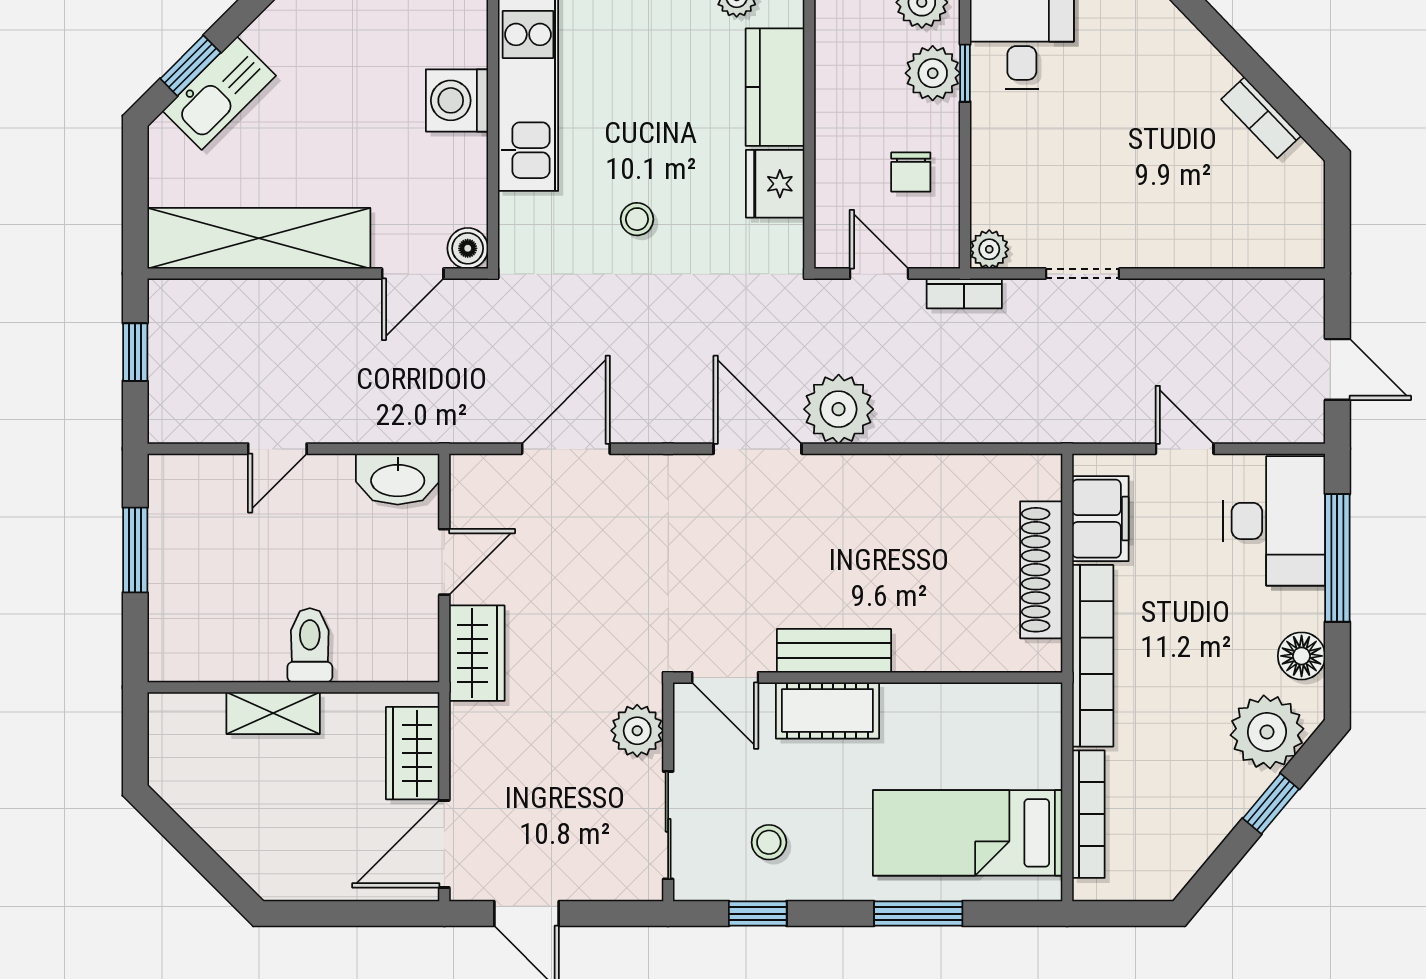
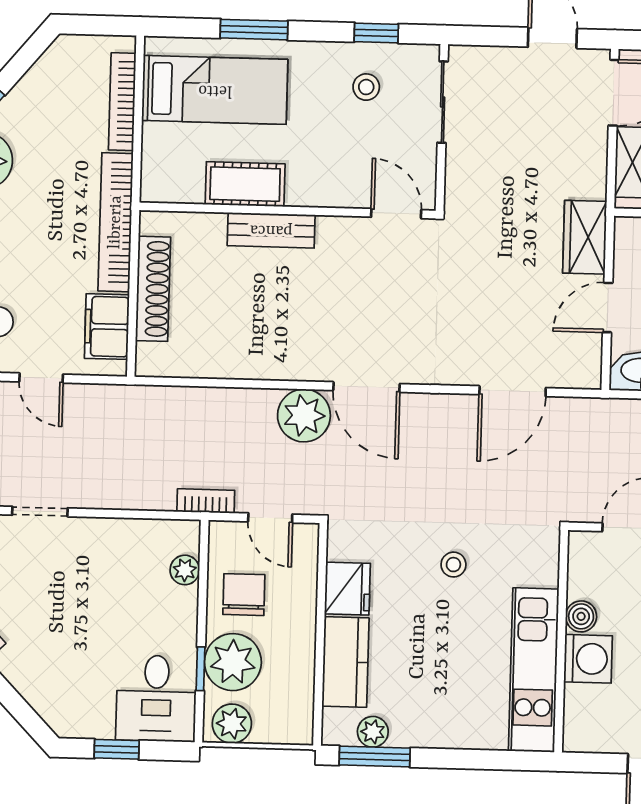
plant: (933, 73) -> (233, 662), width x1.36, depth x1.36
chair: (911, 172) -> (244, 595), width x1.37, depth x1.37
boiler: (468, 248) -> (581, 616), moved
plant: (989, 249) -> (185, 570), moved
doorway: (1082, 274) -> (40, 512), moved
bench: (834, 651) -> (271, 230), moved
cot: (827, 710) -> (245, 184), moved
plant: (637, 731) -> (464, 175), removed

